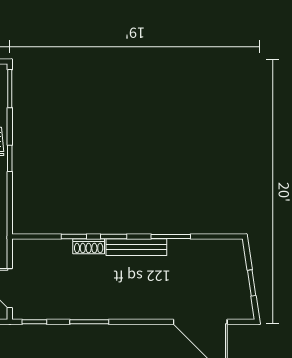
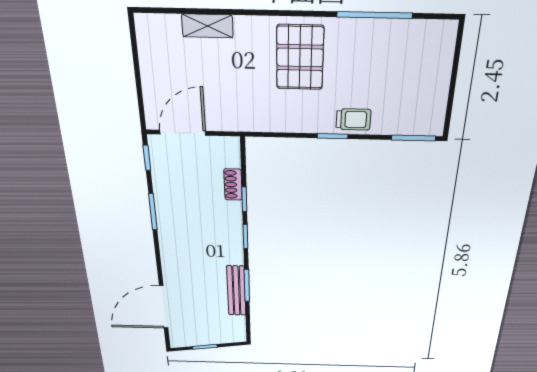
shoe rack: (89, 246) -> (233, 185), moved
bench: (136, 247) -> (236, 291), moved

